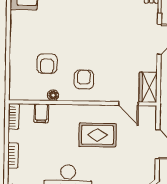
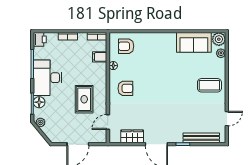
armchair: (47, 64) -> (126, 46), moved
wardrobe: (148, 87) -> (132, 136), moved

